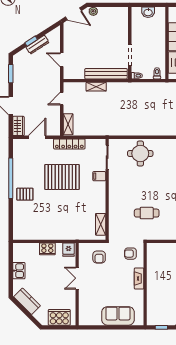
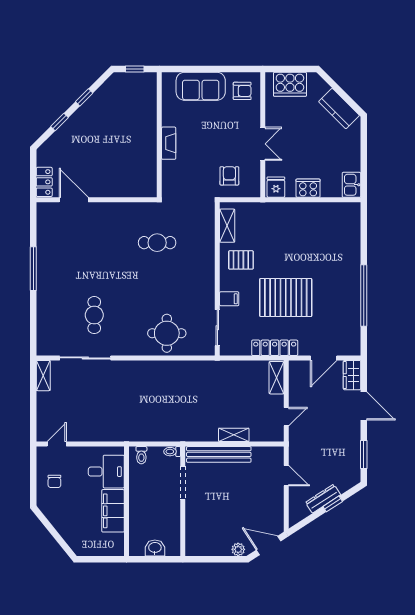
pallet: (25, 194) -> (241, 260), moved
armchair: (130, 254) -> (242, 91), moved
kitchen sink: (19, 271) -> (351, 185), moved

